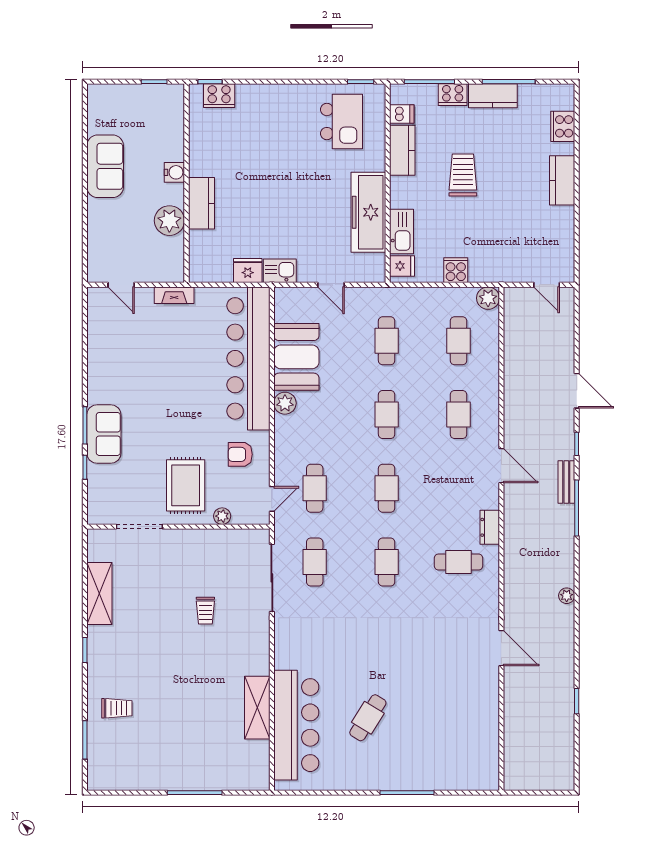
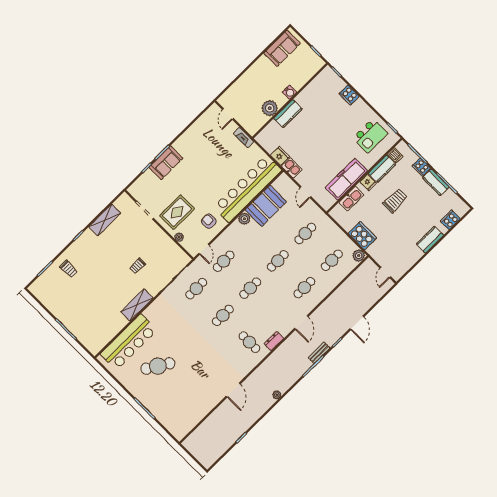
cooker: (219, 96) -> (349, 95), moved
sofa: (105, 166) -> (282, 48), moved
fridge: (402, 266) -> (368, 183), moved
cooker: (456, 270) -> (362, 236), width x1.87, depth x1.31
door: (272, 499) -> (204, 249), hinge flipped
shelving: (257, 708) -> (137, 305), moved
cafe table: (368, 718) -> (158, 366), width x1.37, depth x1.35

